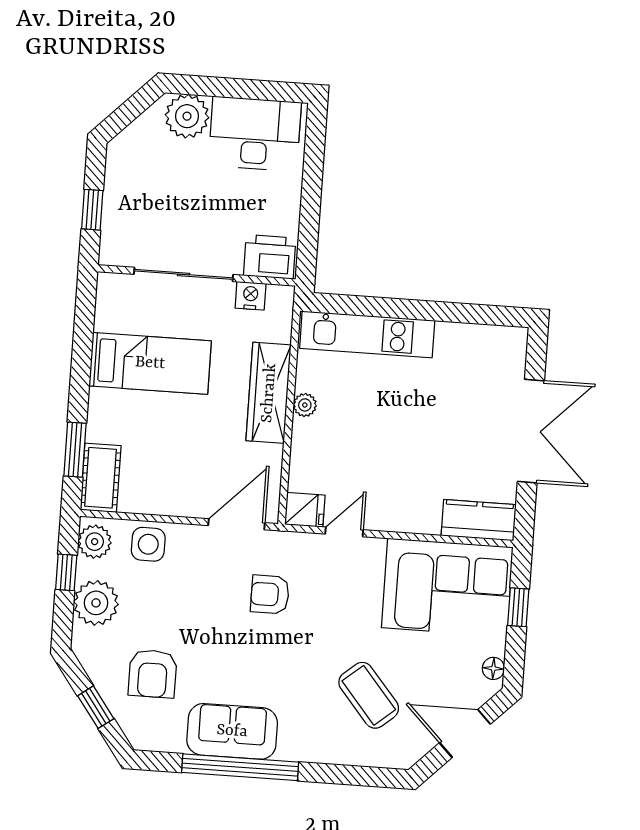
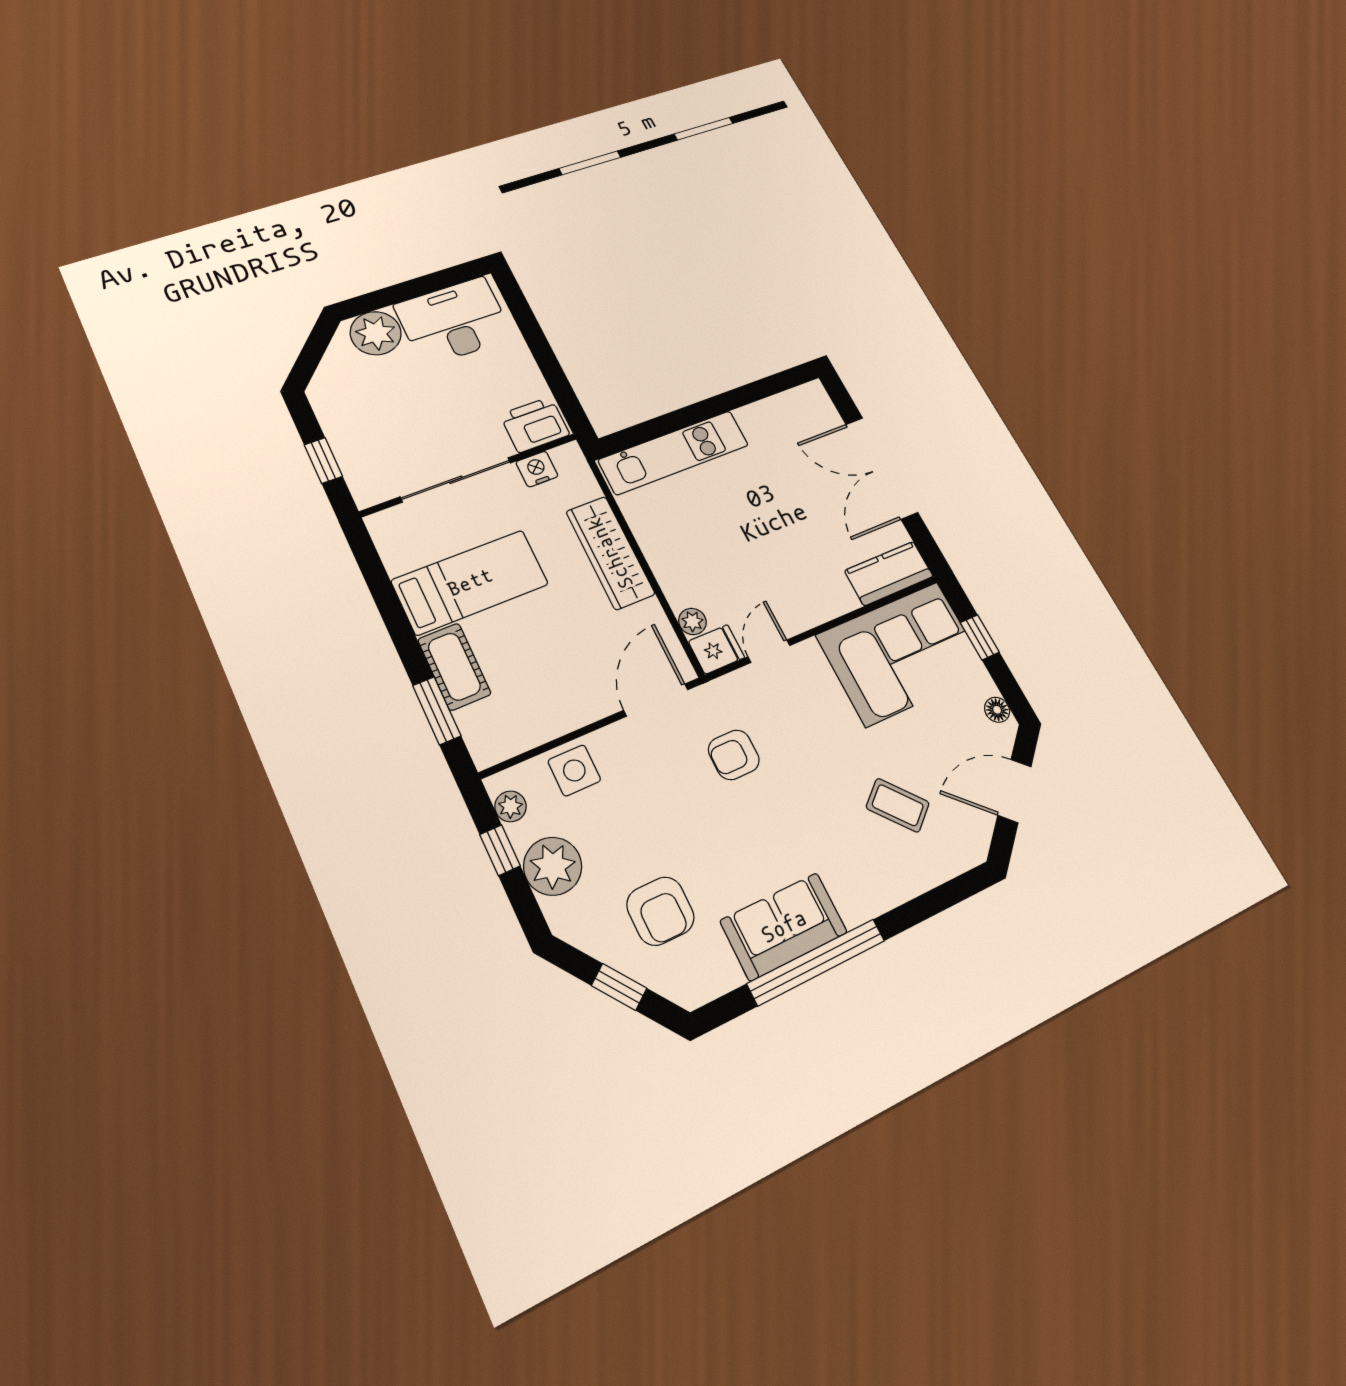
plant: (305, 405) -> (692, 621), moved
double door: (531, 431) -> (882, 468), swing flipped
cot: (101, 478) -> (454, 667), moved
plant: (95, 542) -> (511, 806), width x0.73, depth x0.73
coffee table: (369, 695) -> (898, 805), width x0.73, depth x0.77

